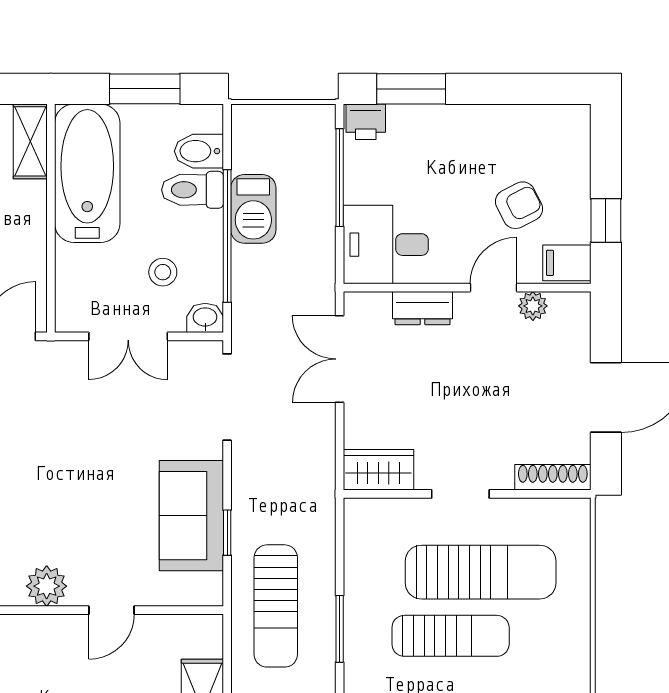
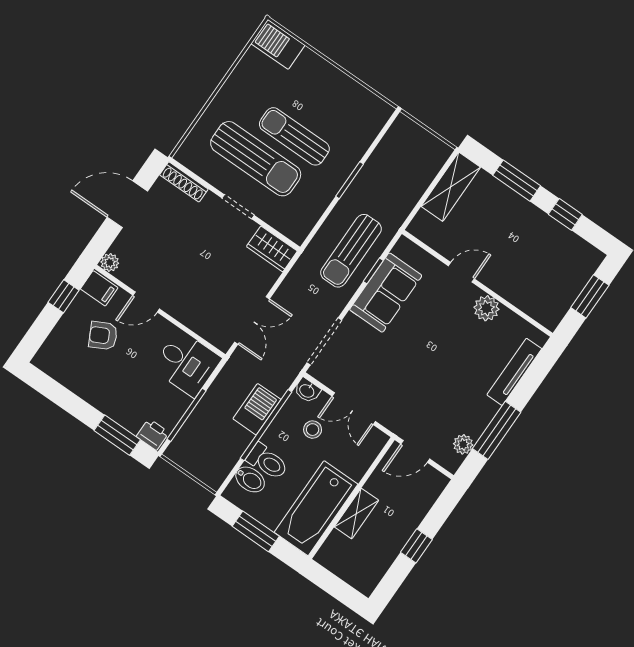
shelving: (30, 141) -> (356, 514), moved
barbecue: (253, 209) -> (257, 409), moved
plant: (533, 306) -> (110, 263), moved
dresser: (423, 308) -> (191, 317), removed
double door: (128, 336) -> (354, 409), swing flipped
sun lounger: (481, 572) -> (256, 159), turned 180
sun lounger: (276, 606) -> (351, 251), moved, turned 180

